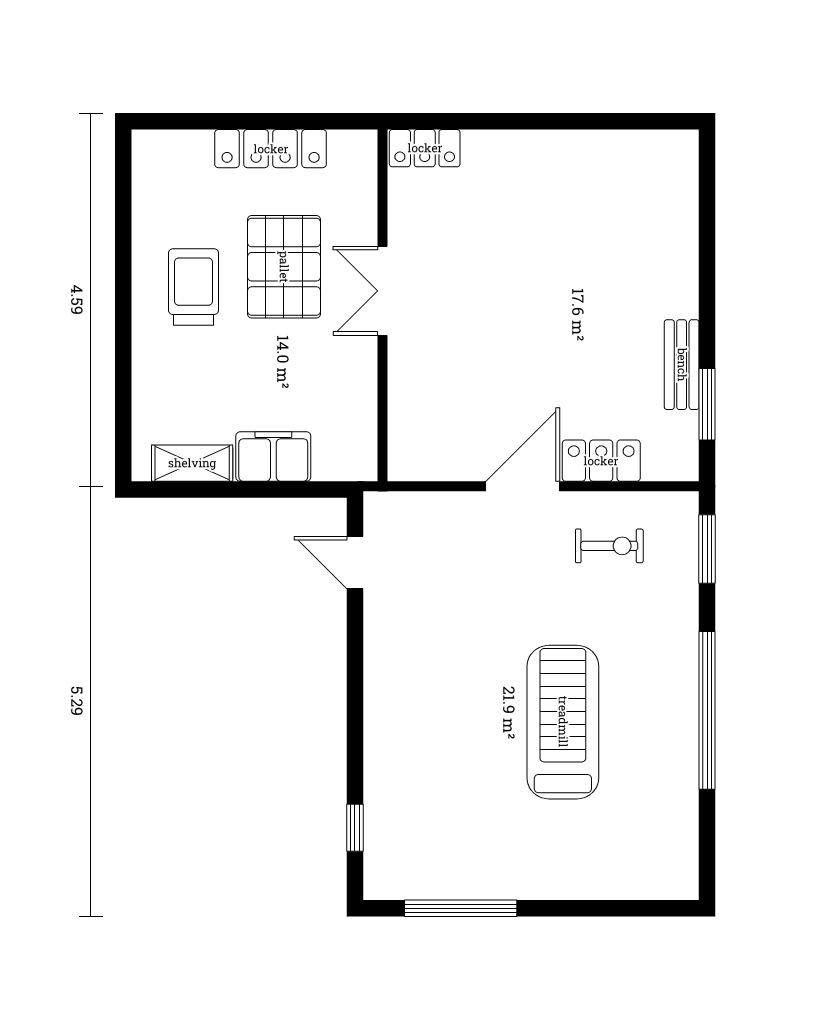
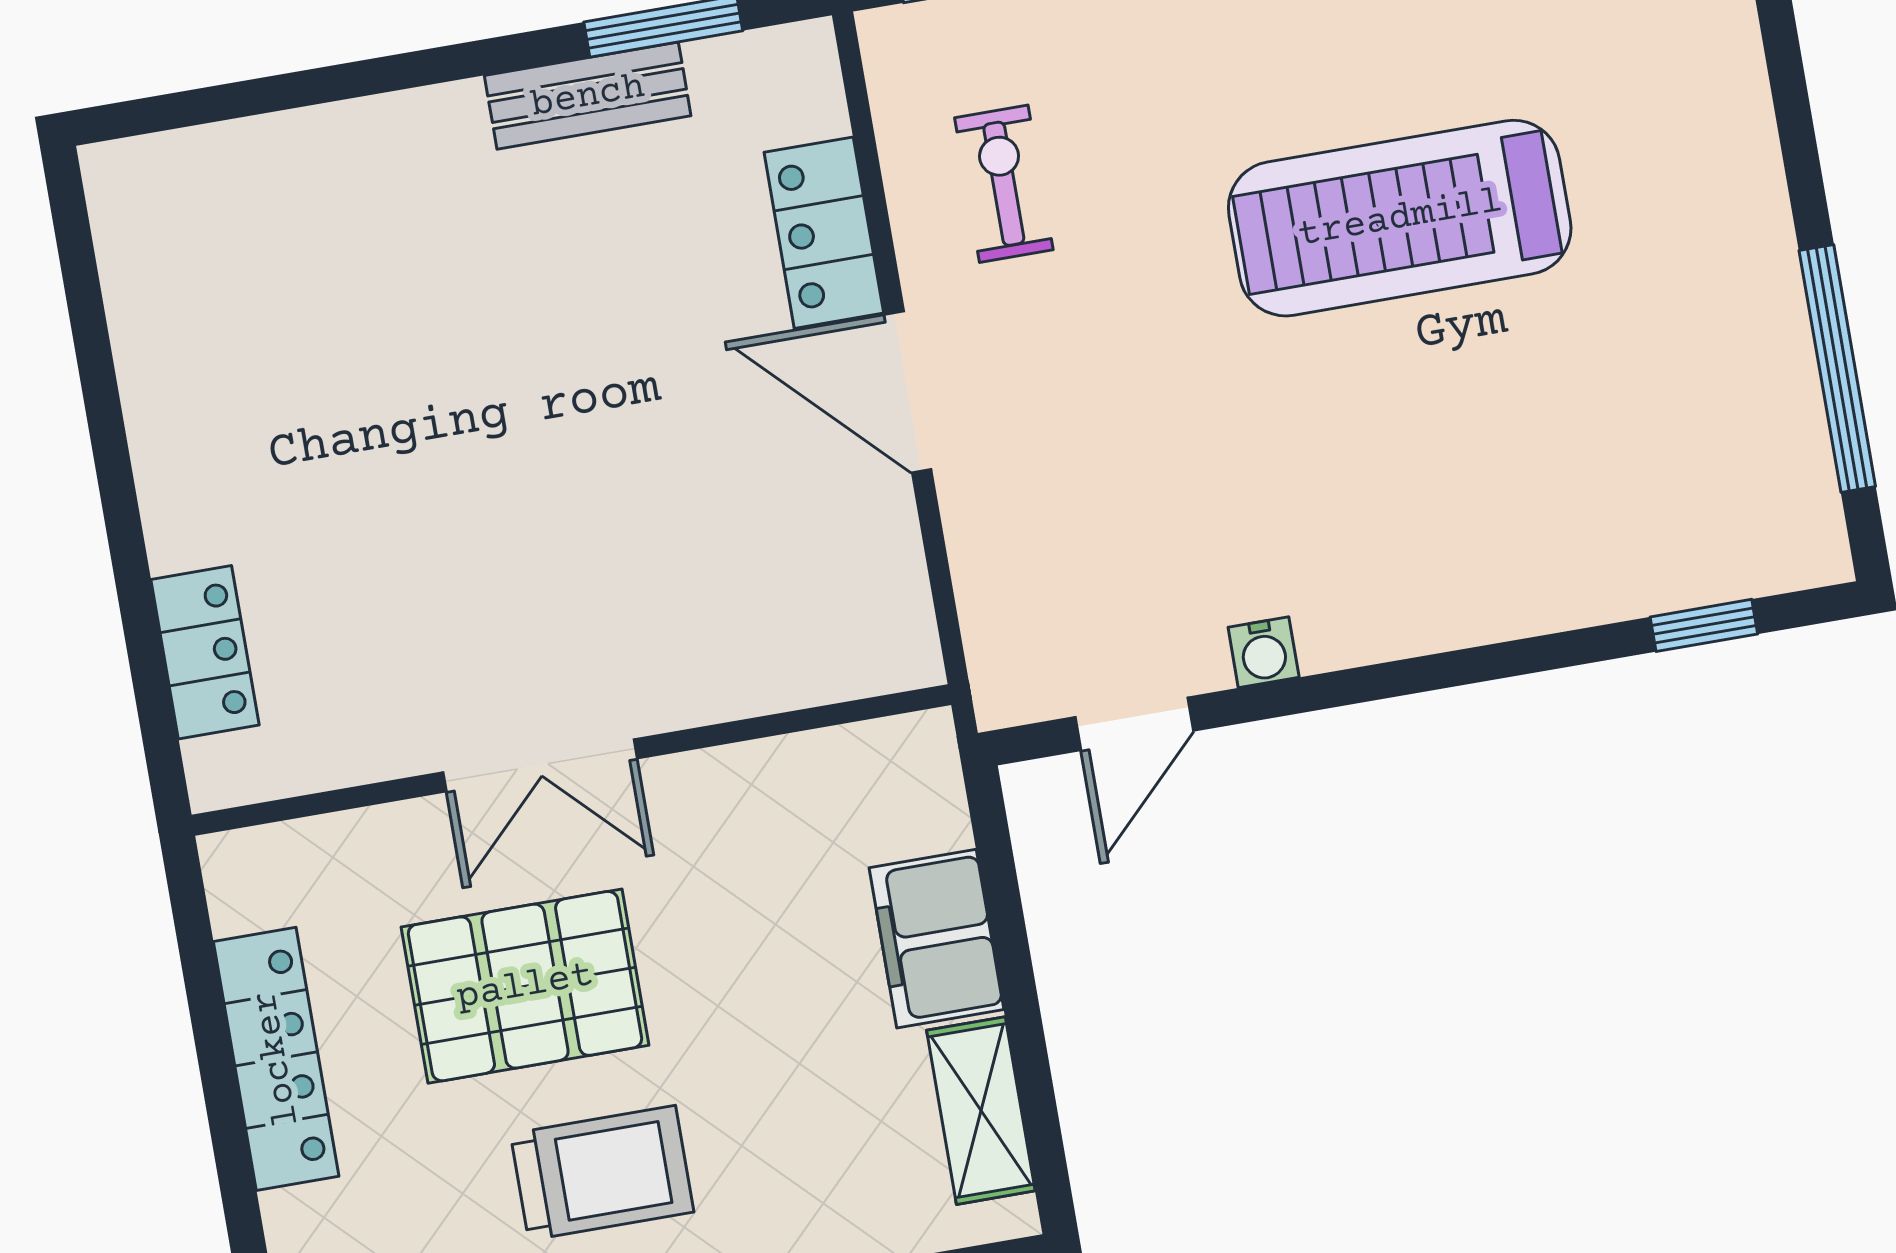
locker: (425, 148) -> (205, 652), moved
trolley: (194, 287) -> (602, 1173), turned 180
water cooler: (377, 627) -> (1264, 652), added

